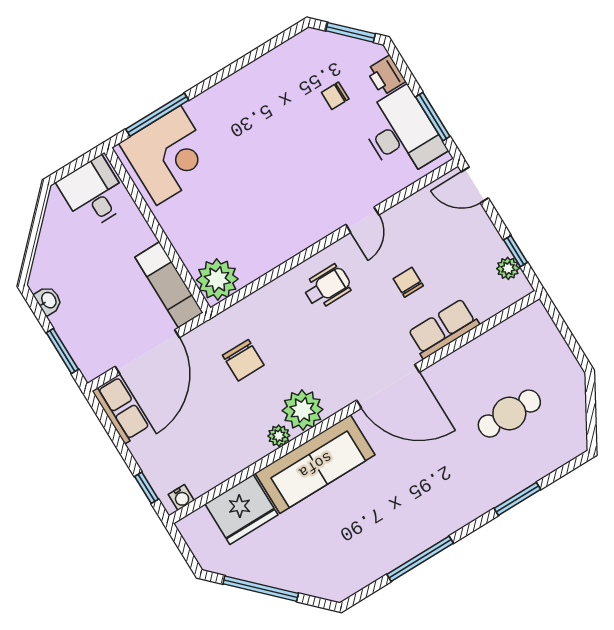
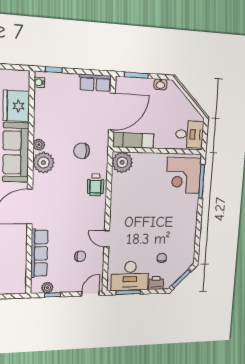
chair: (408, 282) -> (80, 256), moved
wheelchair: (327, 287) -> (96, 185), moved
row of seats: (443, 329) -> (39, 253), width x1.48
door: (147, 352) -> (112, 112), swing flipped

